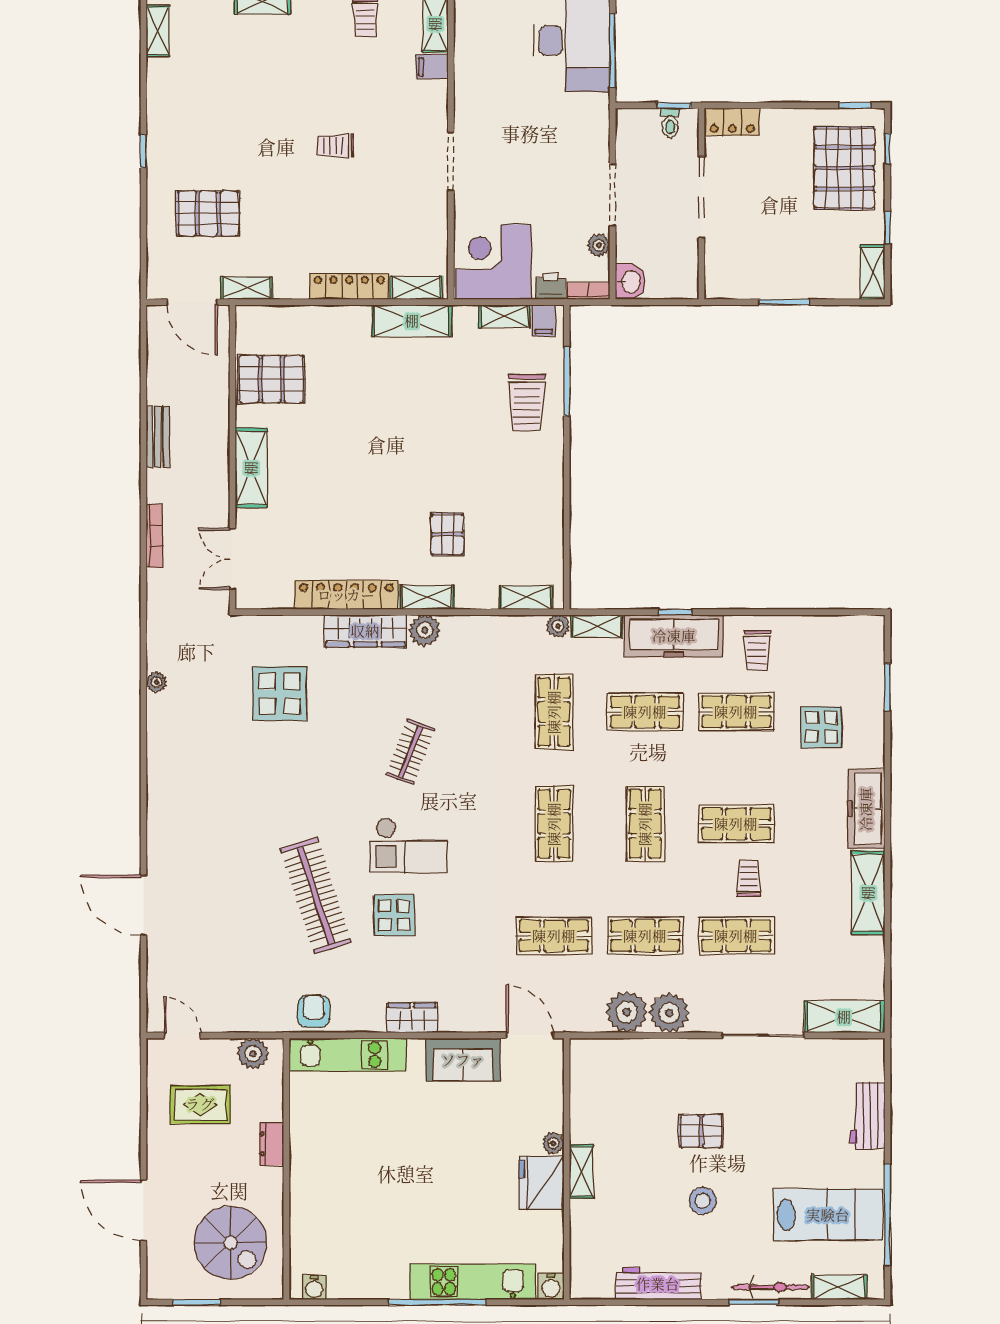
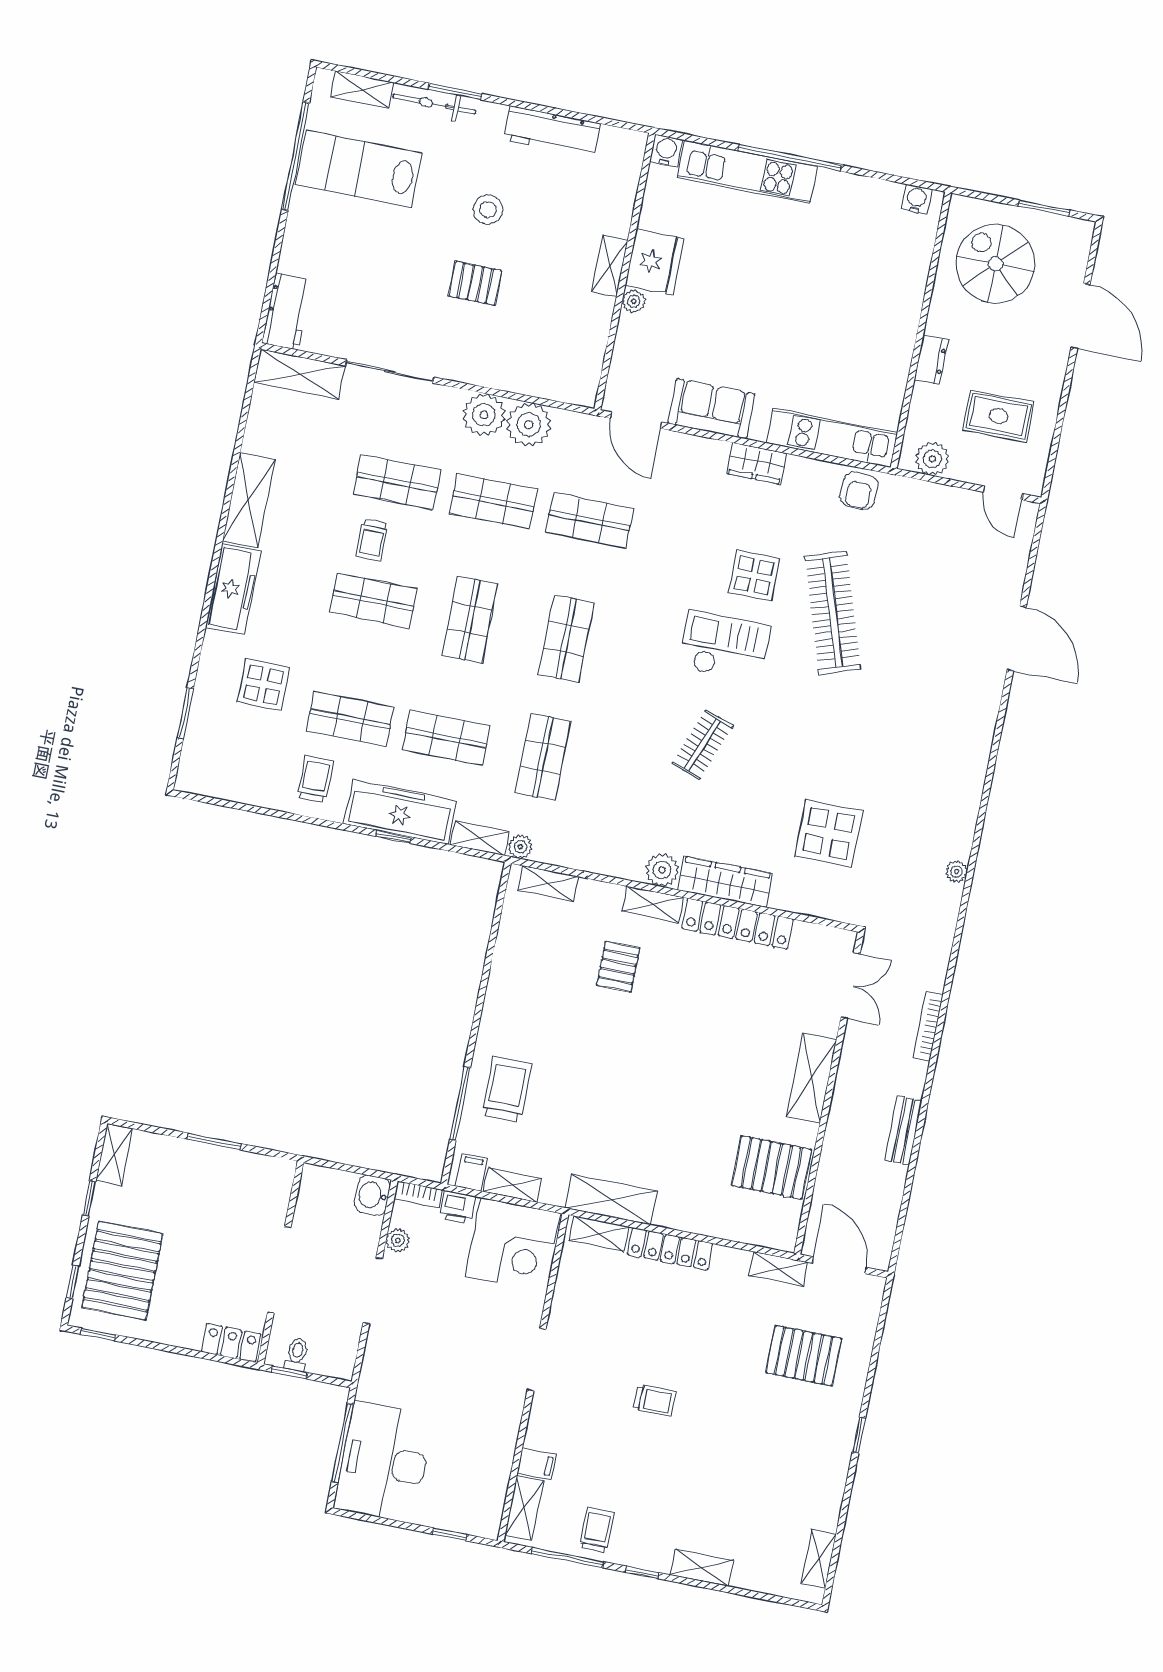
workbench: (868, 1115) -> (287, 312), moved

